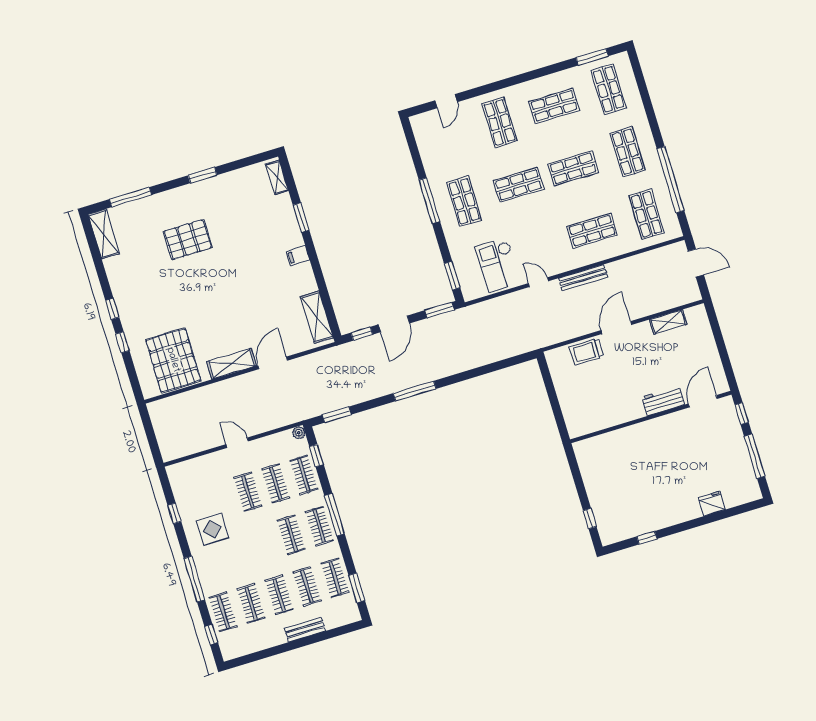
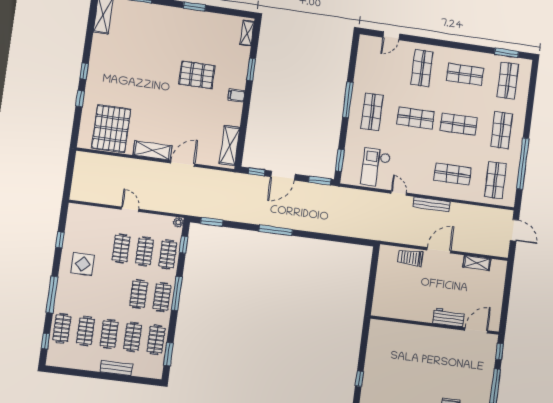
pallet: (188, 240) -> (197, 75), moved

